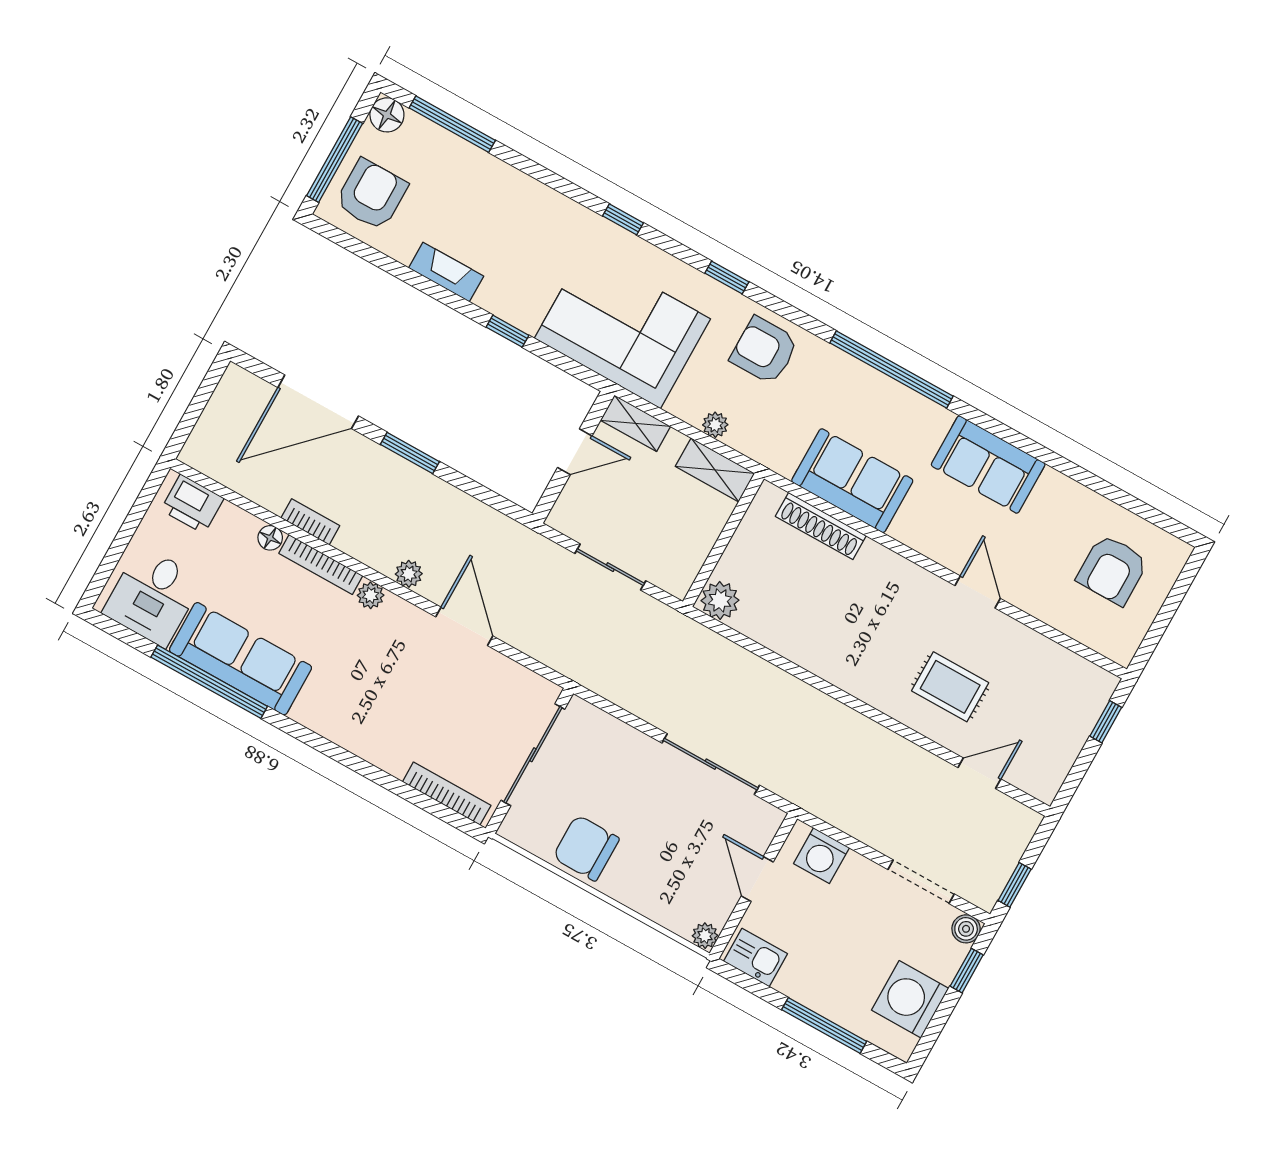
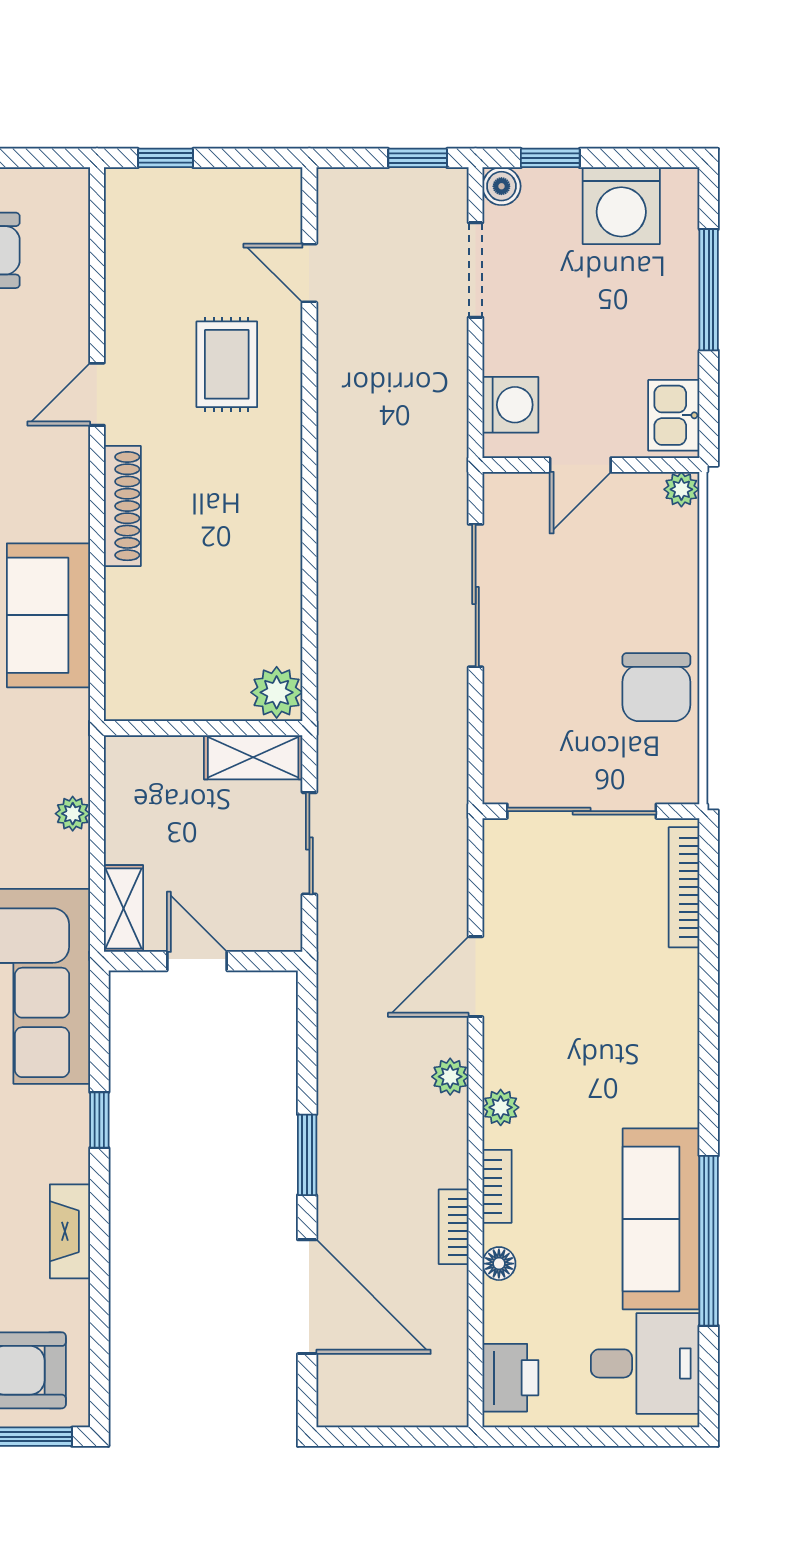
shelving: (715, 470) -> (253, 757), moved, turned 90
shoe rack: (821, 526) -> (122, 506), moved
bookcase: (321, 565) -> (497, 1186), width x0.64

